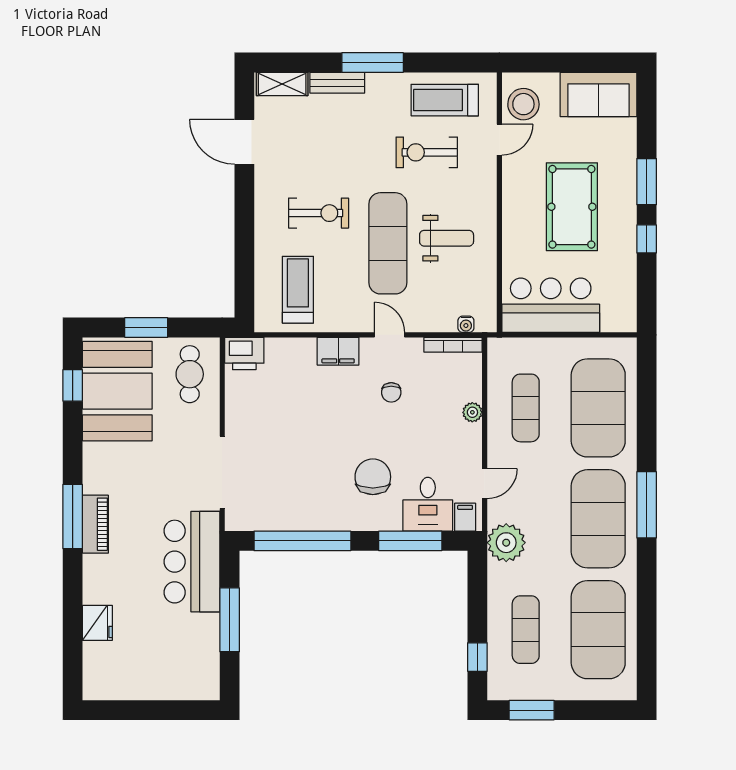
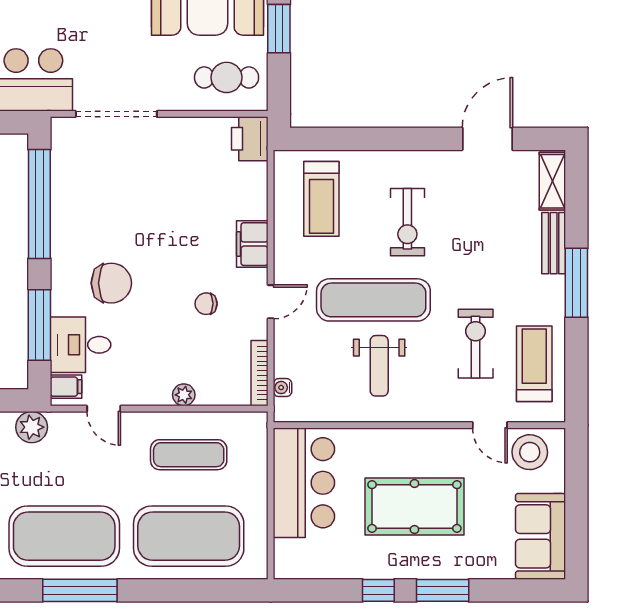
treadmill: (298, 290) -> (321, 199), turned 90
plant: (506, 543) -> (32, 427), width x0.73, depth x0.73

